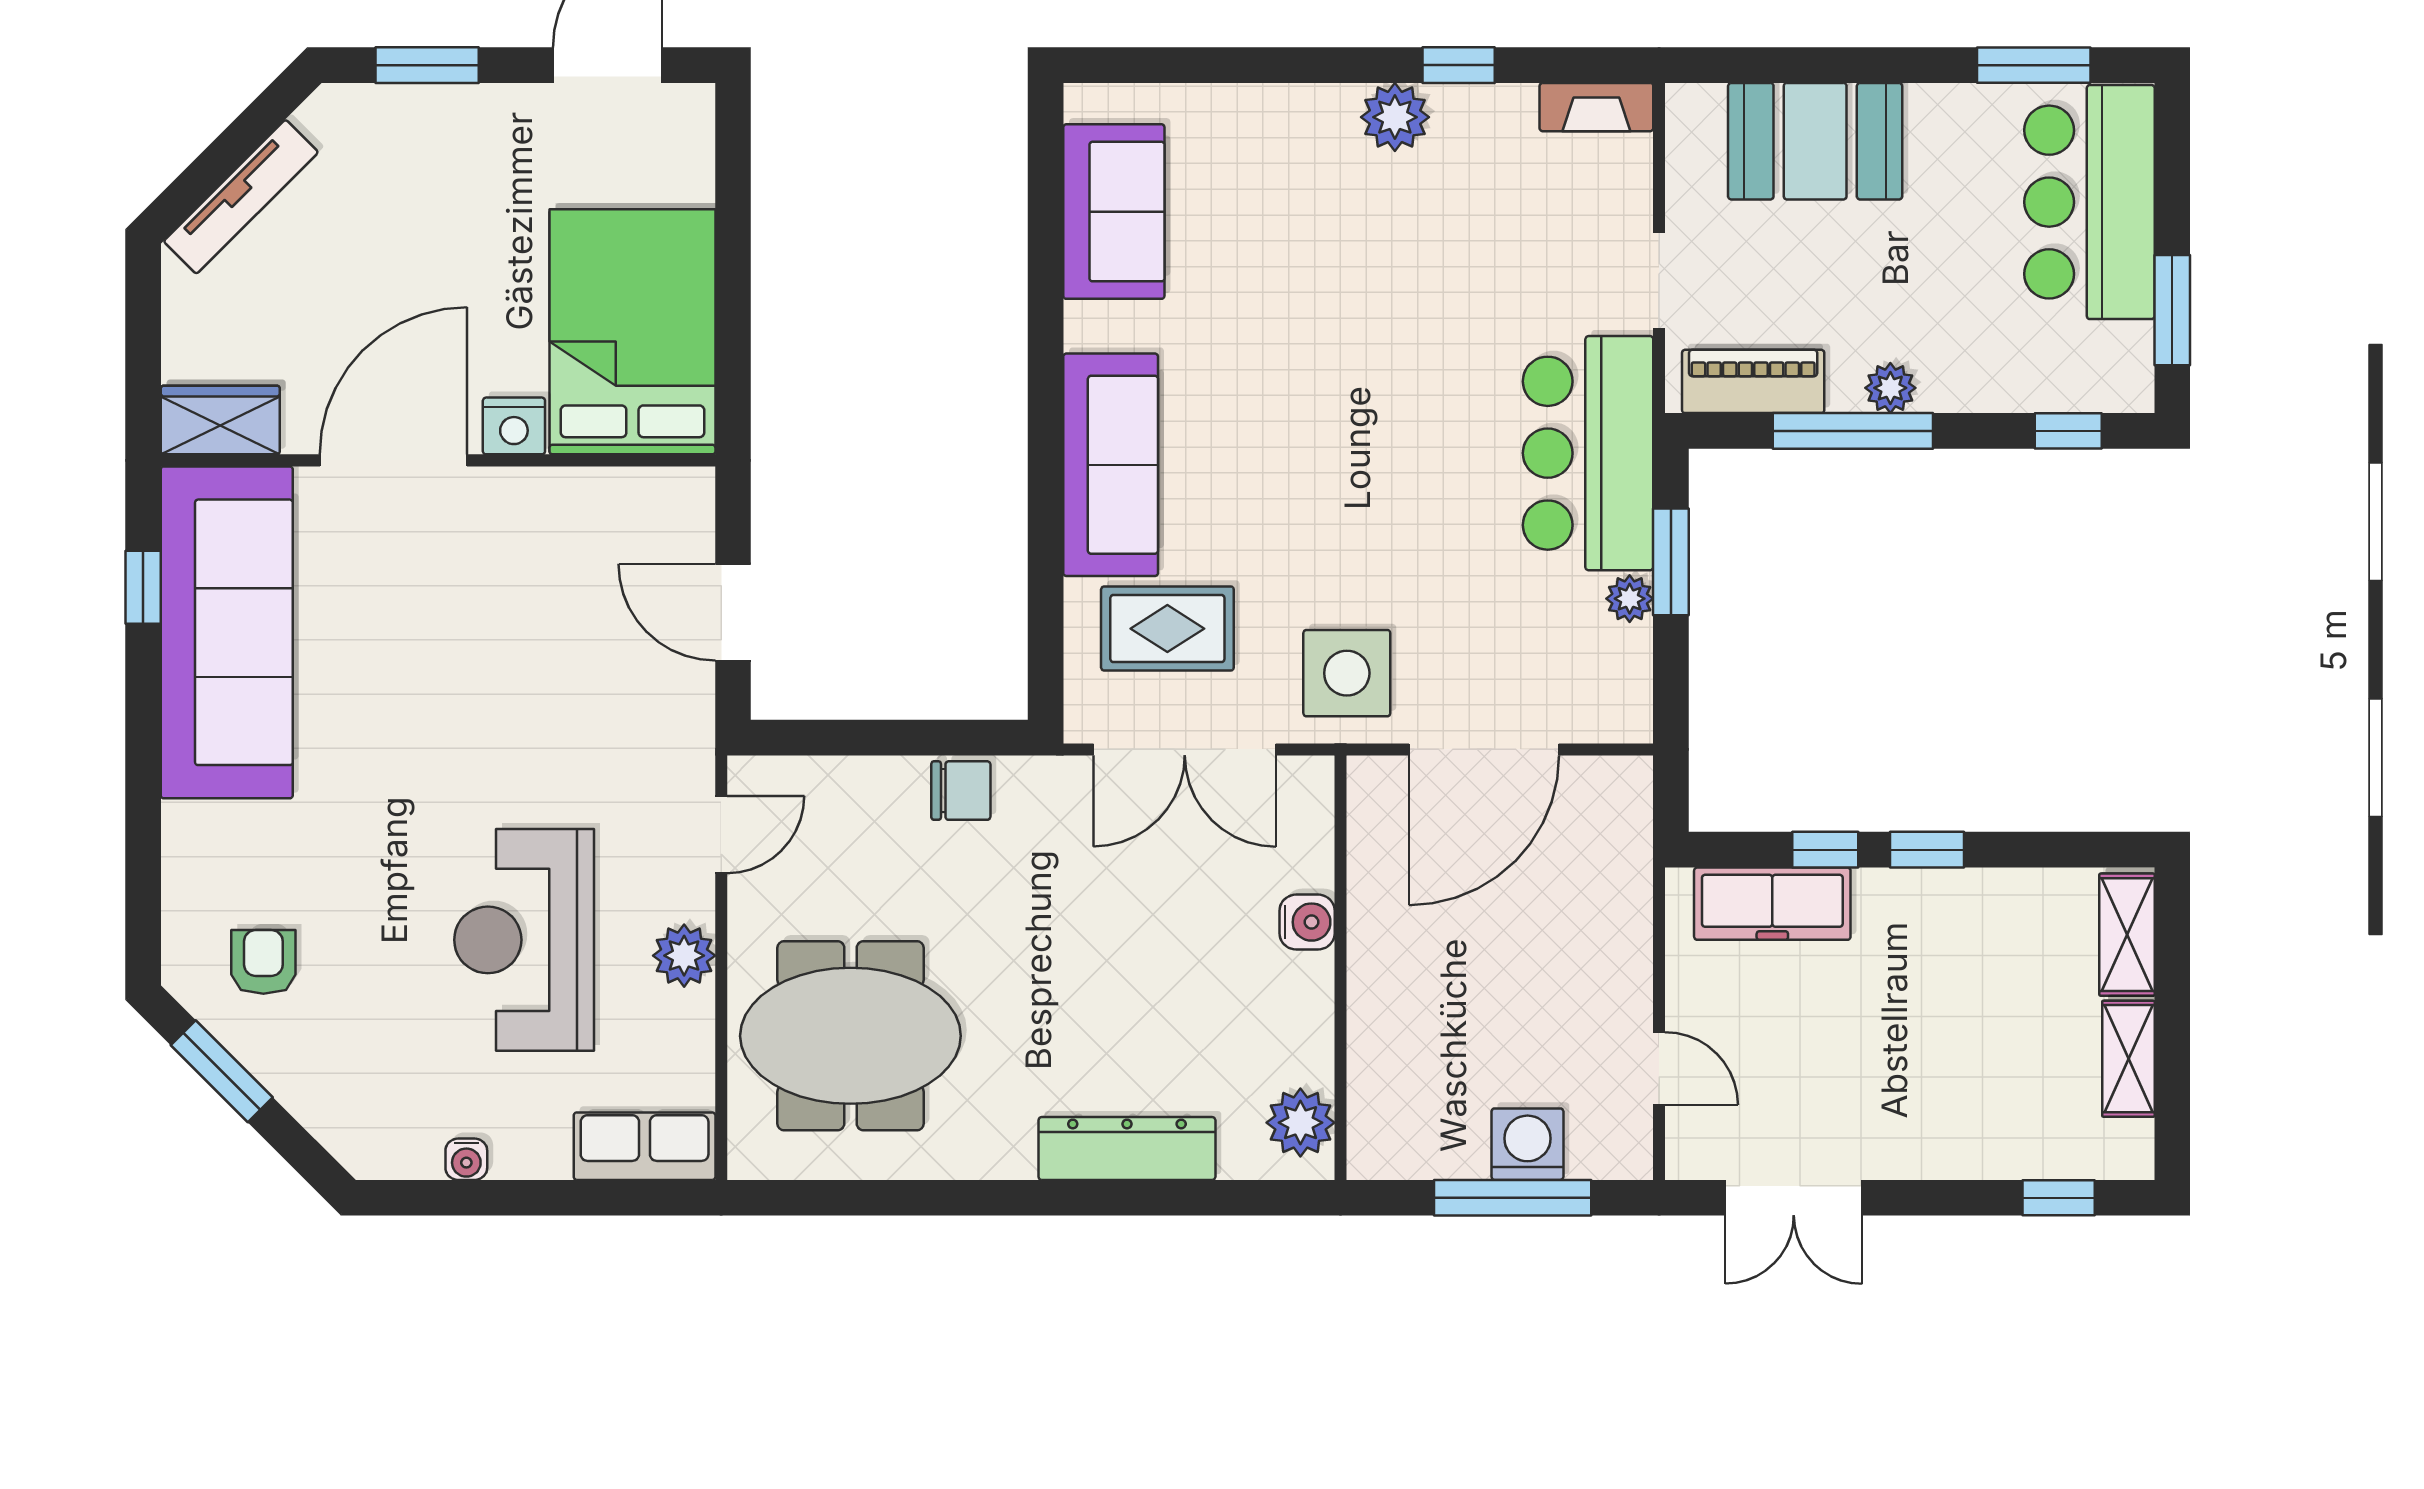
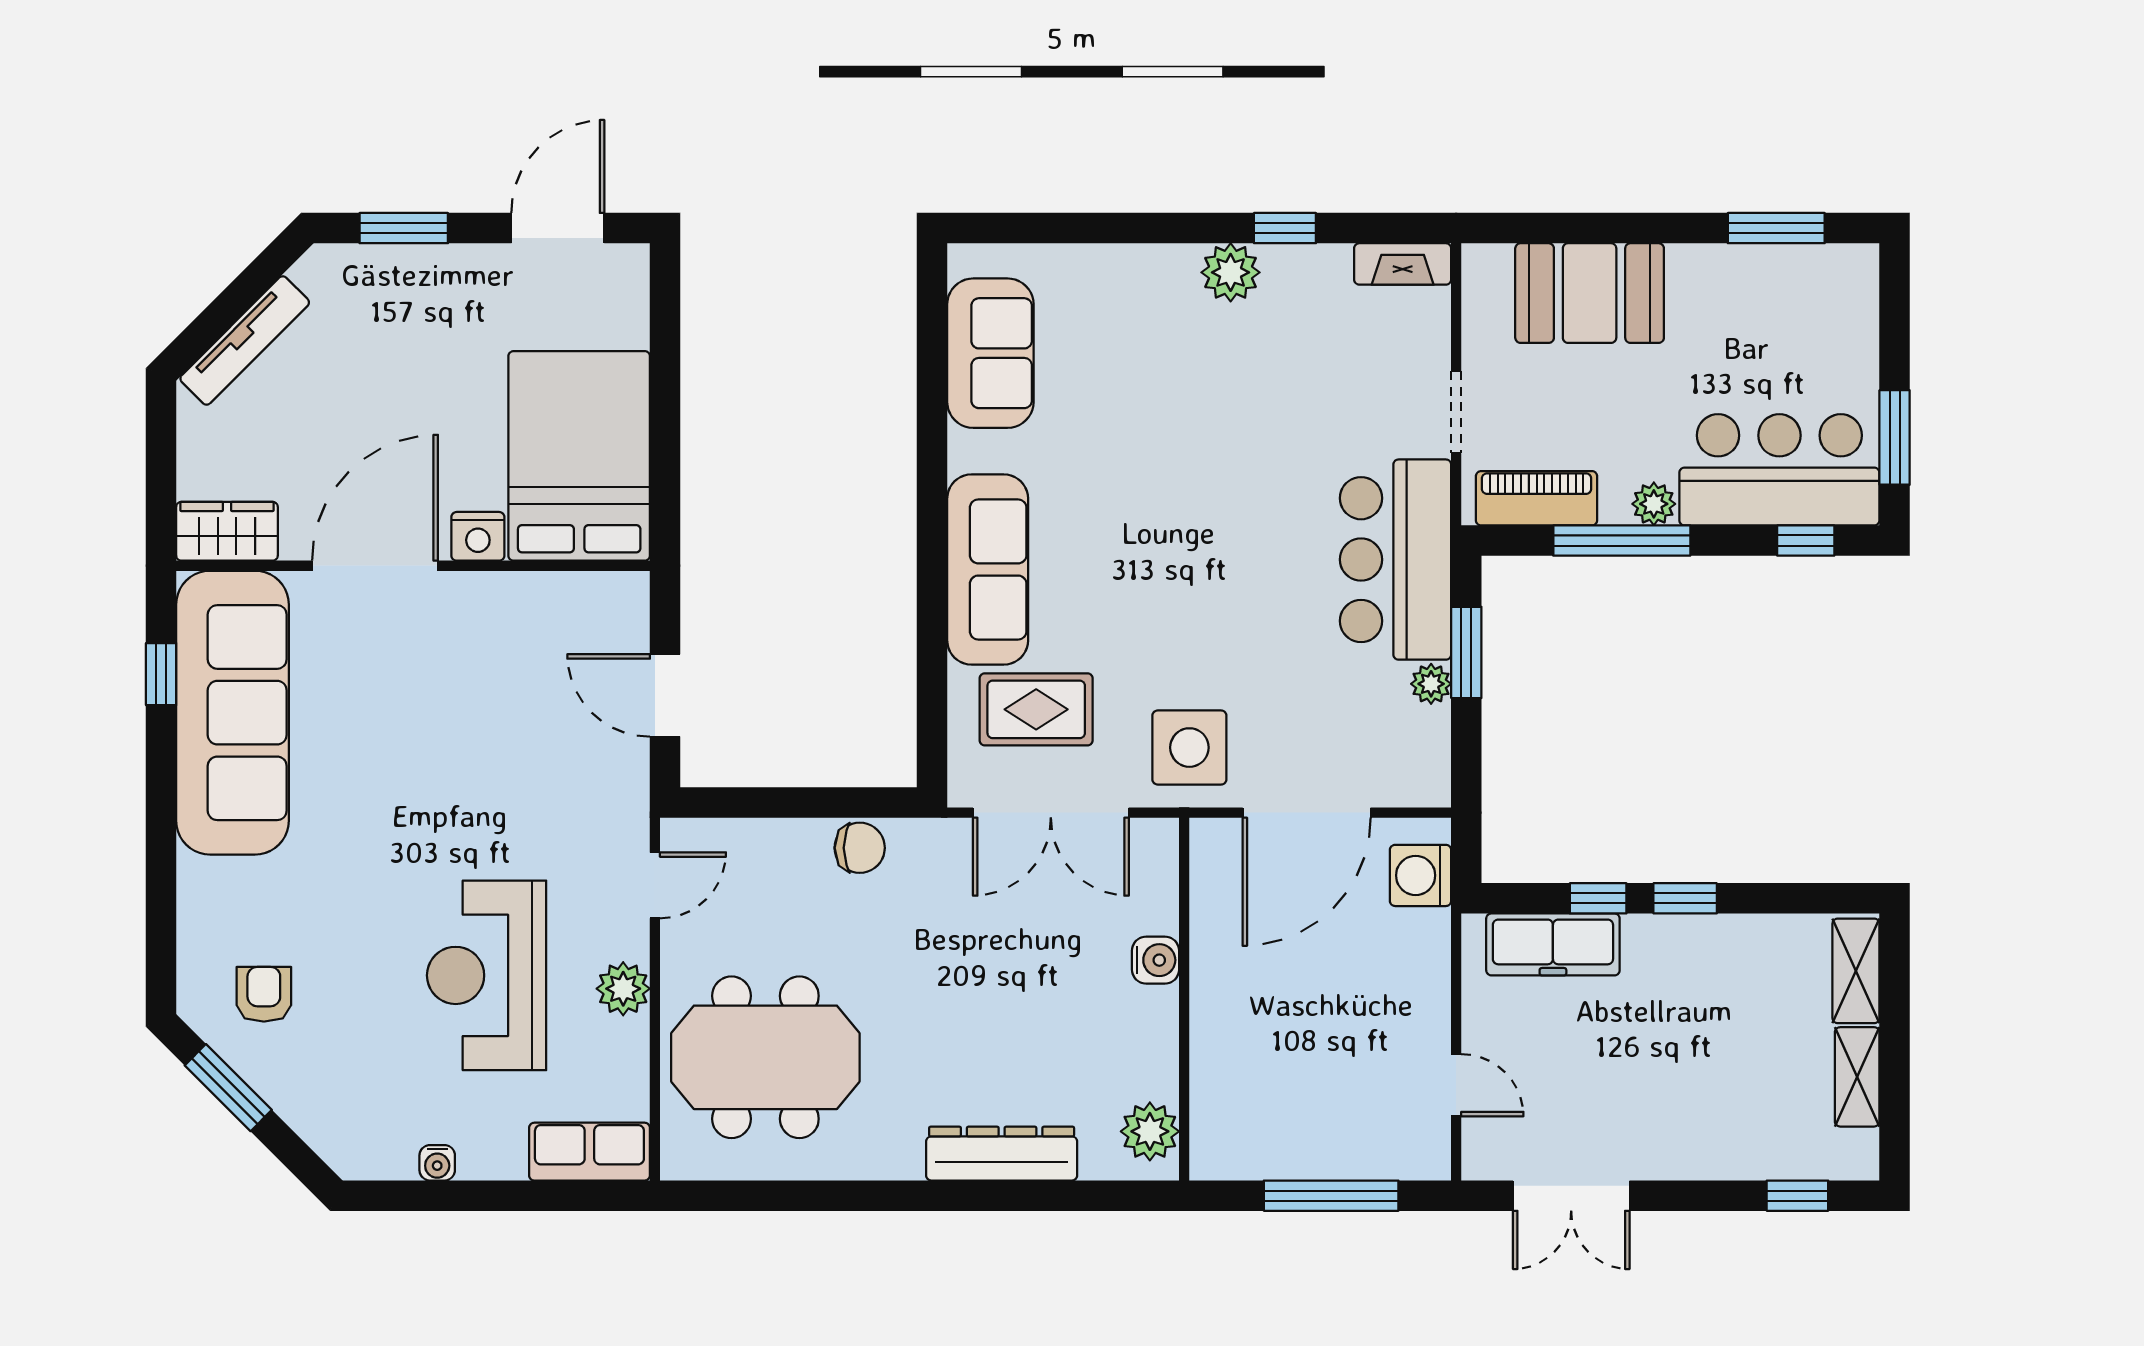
bar counter: (2089, 202) -> (1779, 470), moved, turned 90
washing machine: (1527, 1144) -> (1421, 875), moved, turned -90

